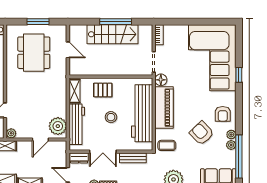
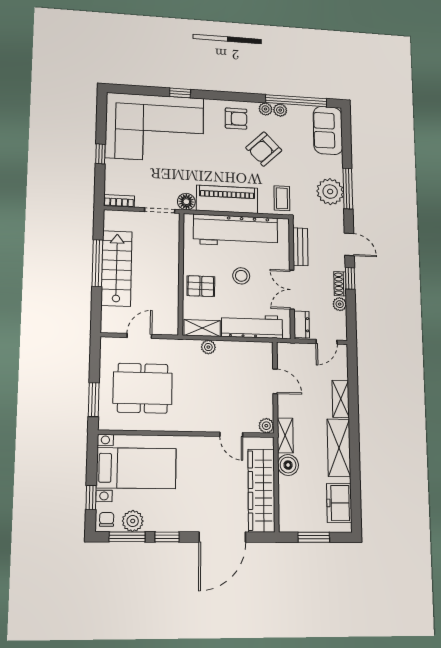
window: (38, 22) -> (94, 400), moved
window: (191, 22) -> (100, 154), added
pallet: (103, 90) -> (201, 286), turned 90
plant: (58, 126) -> (208, 347), moved, width x0.53, depth x0.53
double door: (103, 152) -> (292, 290), swing flipped

